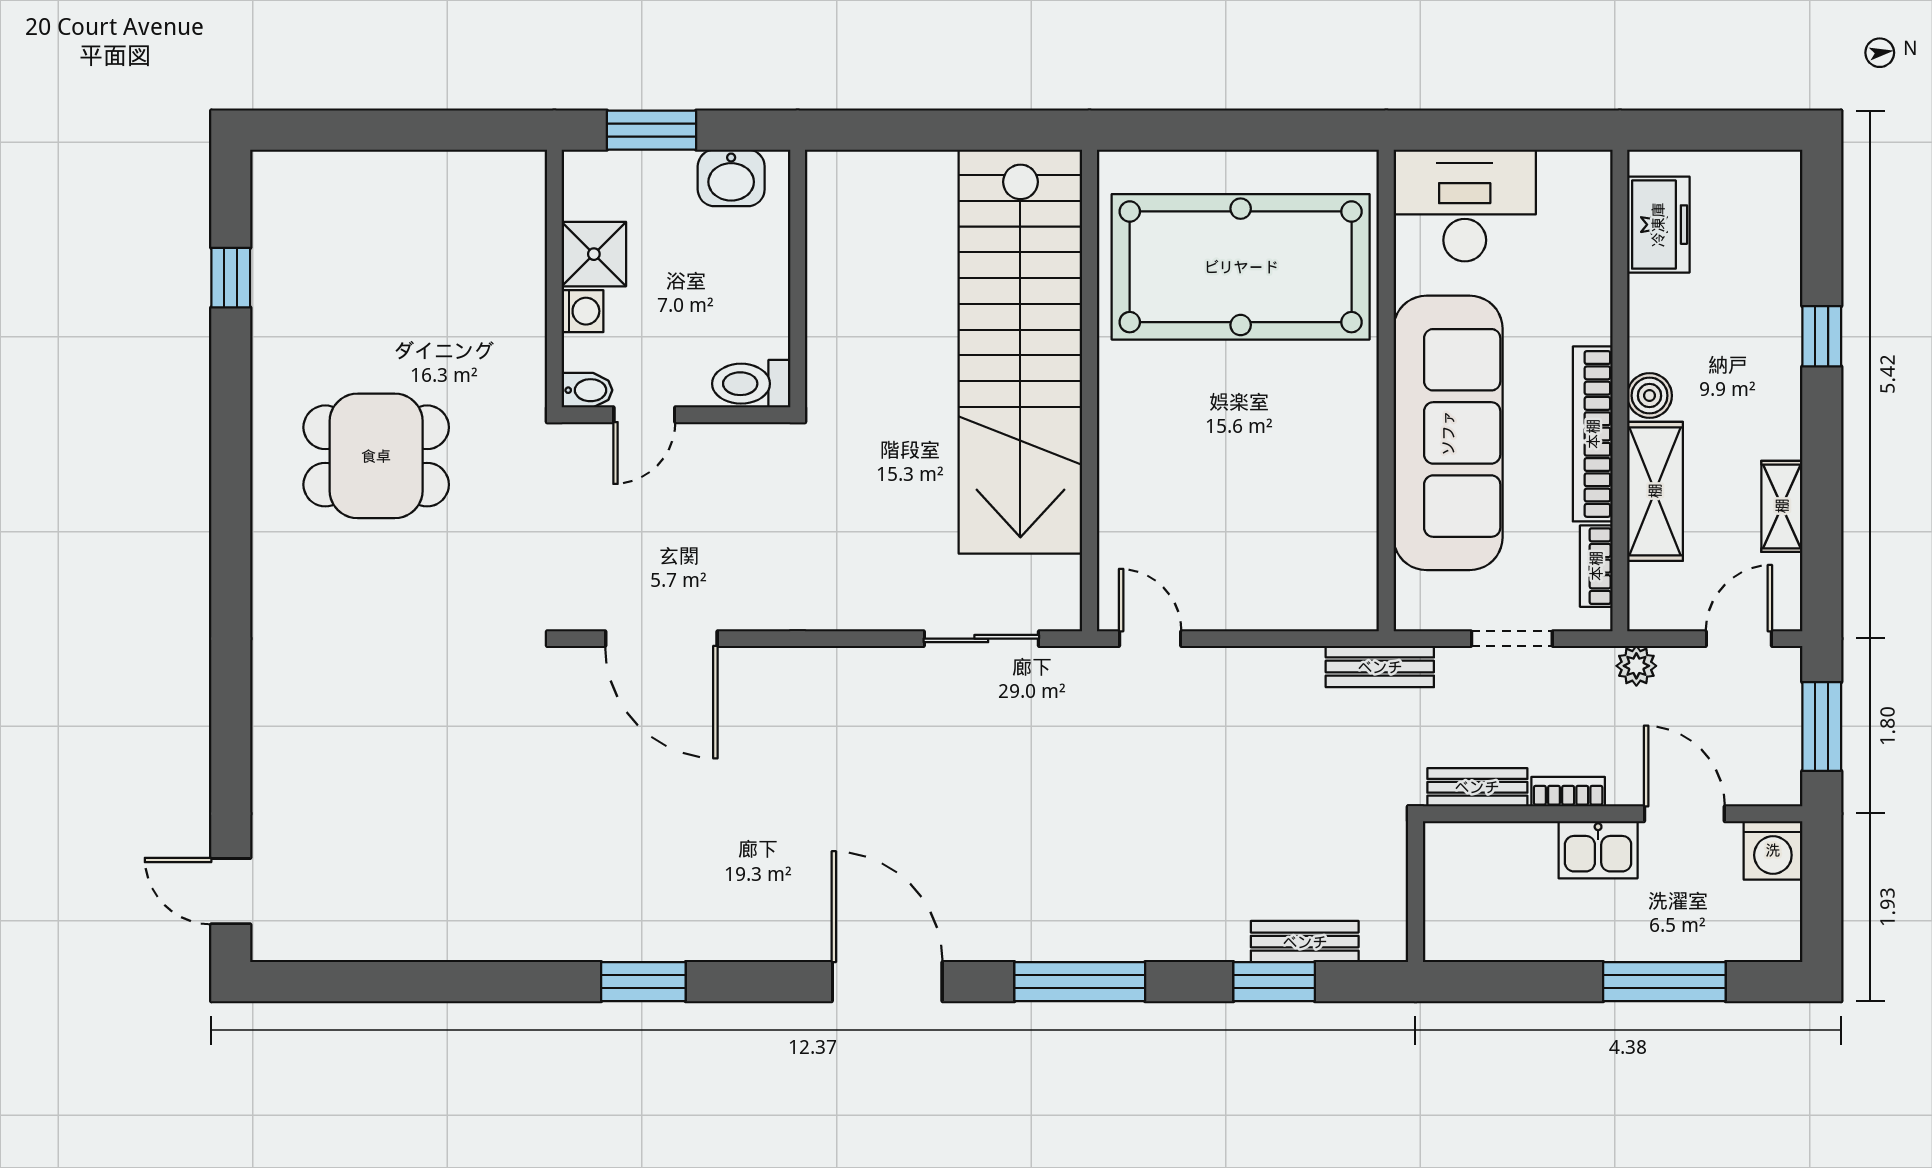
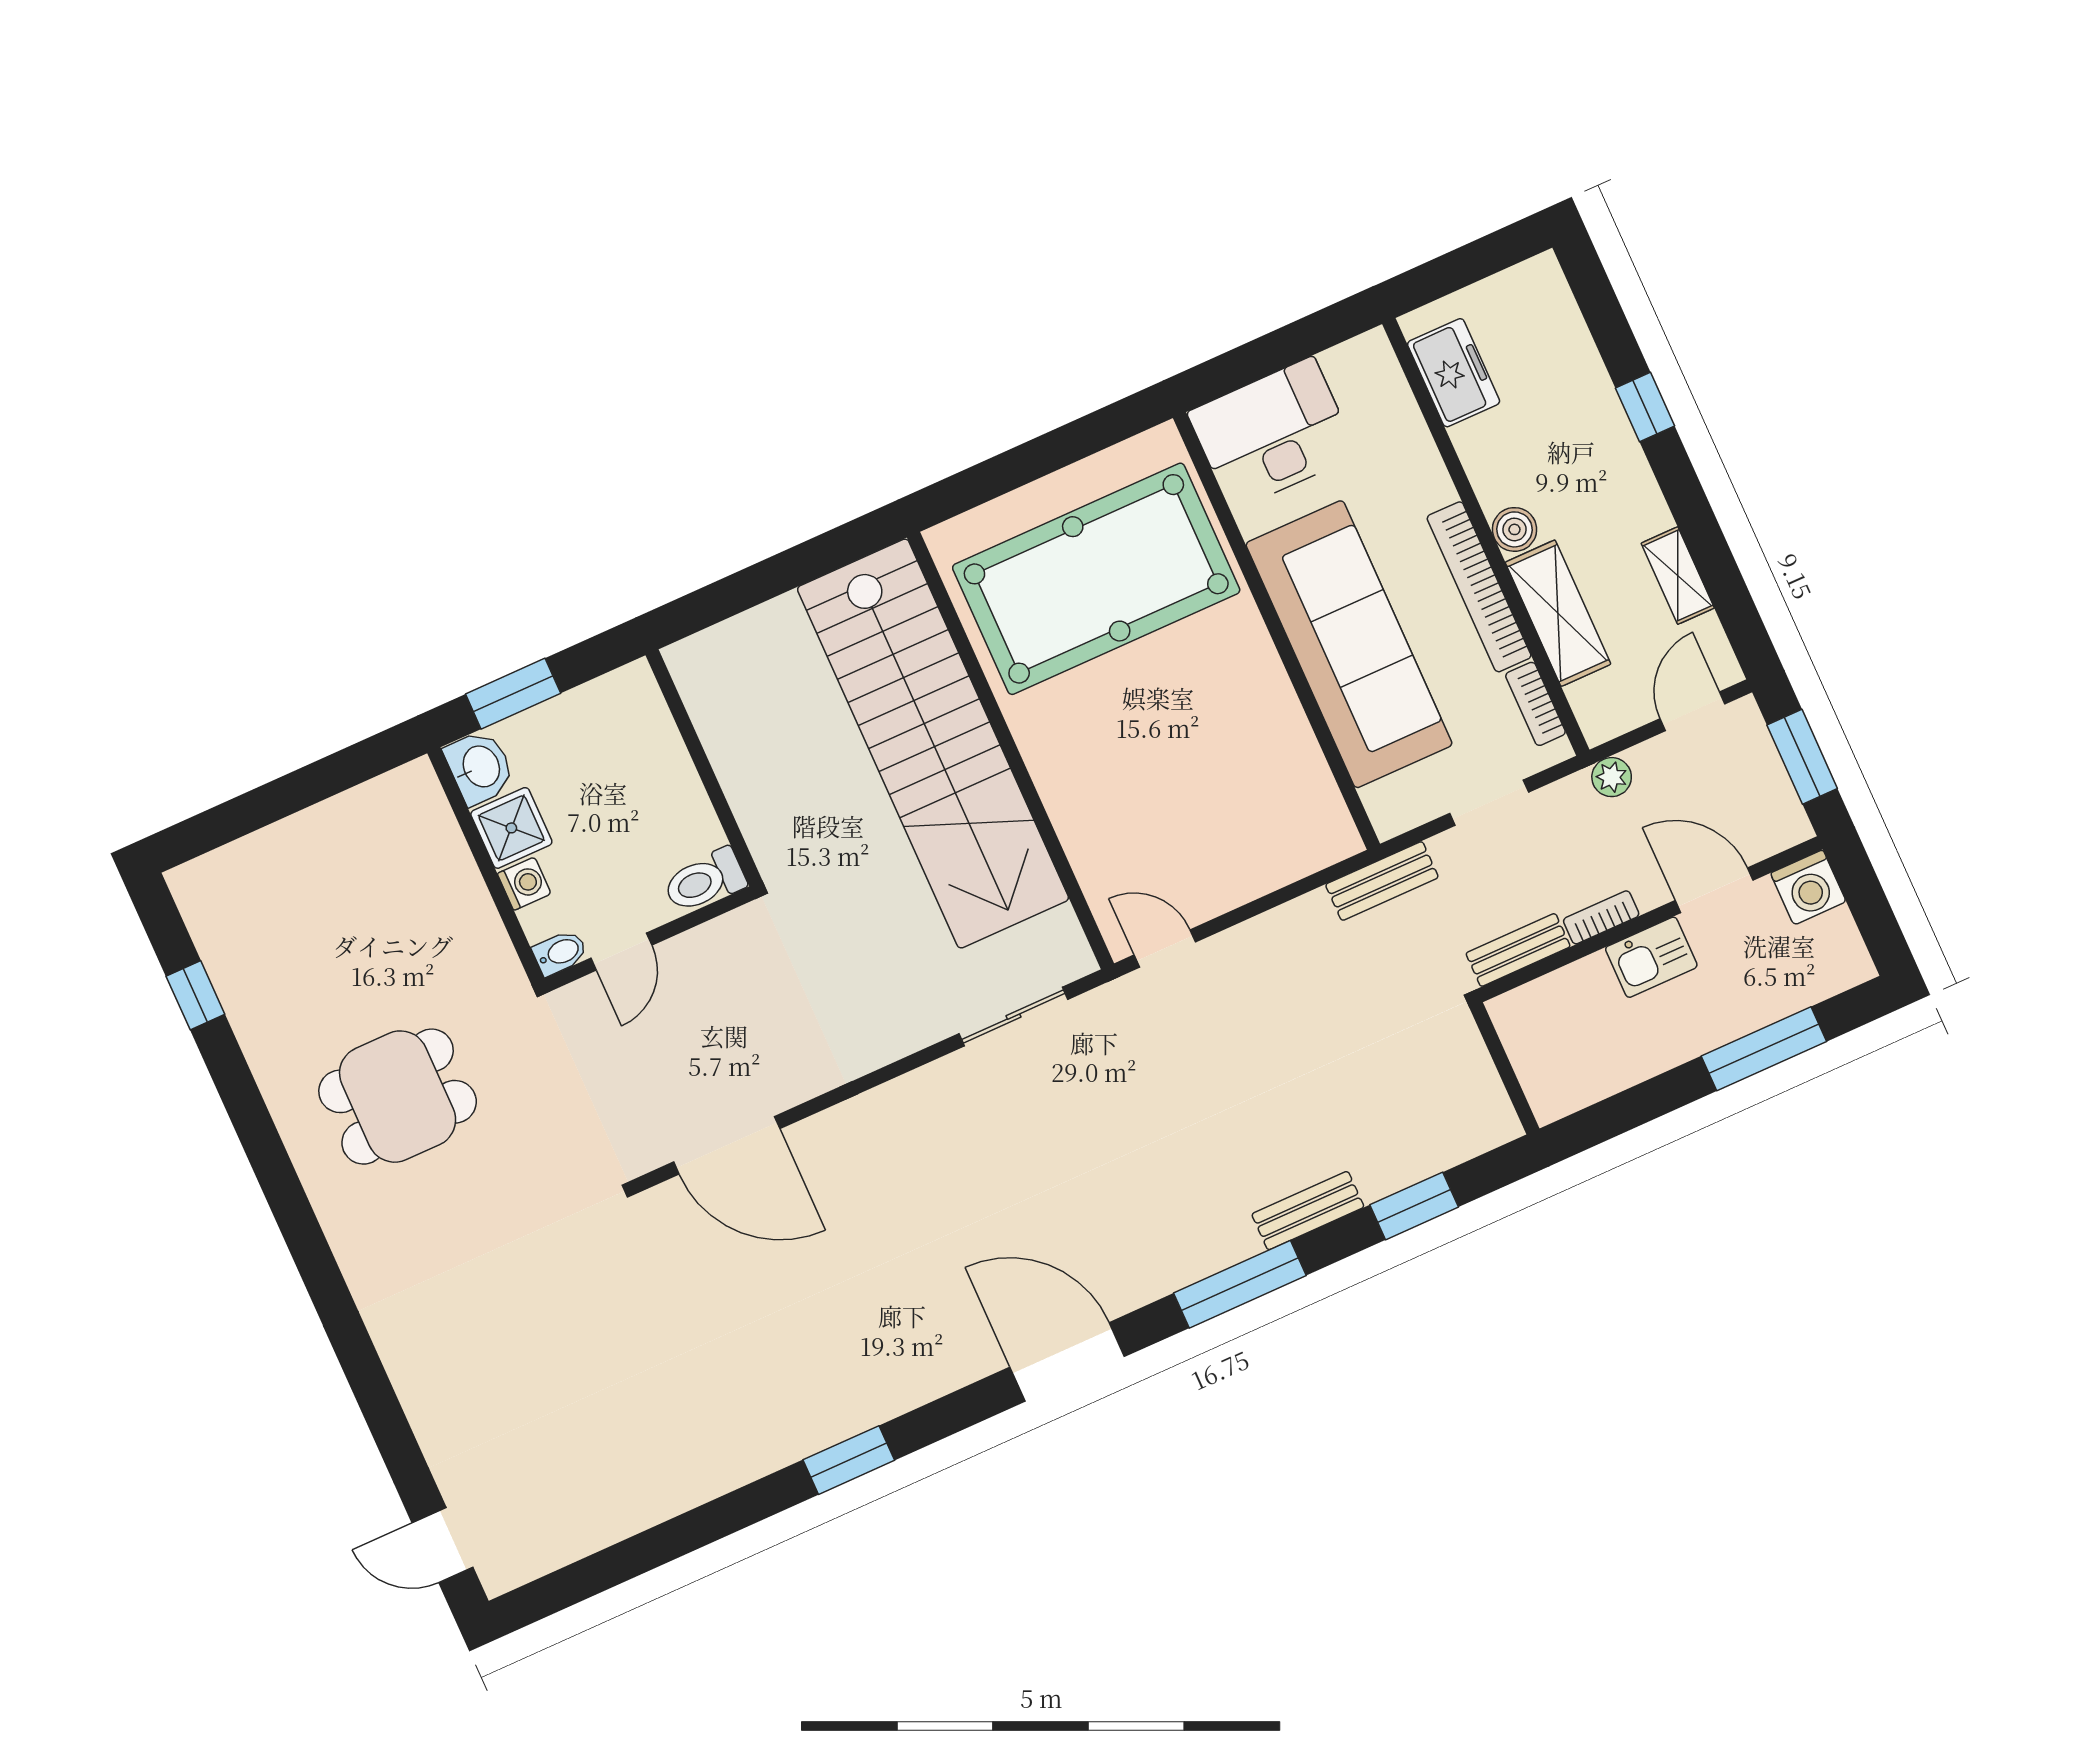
washbasin: (731, 178) -> (480, 767), moved, turned -90
bench: (1305, 942) -> (1308, 1211), moved

